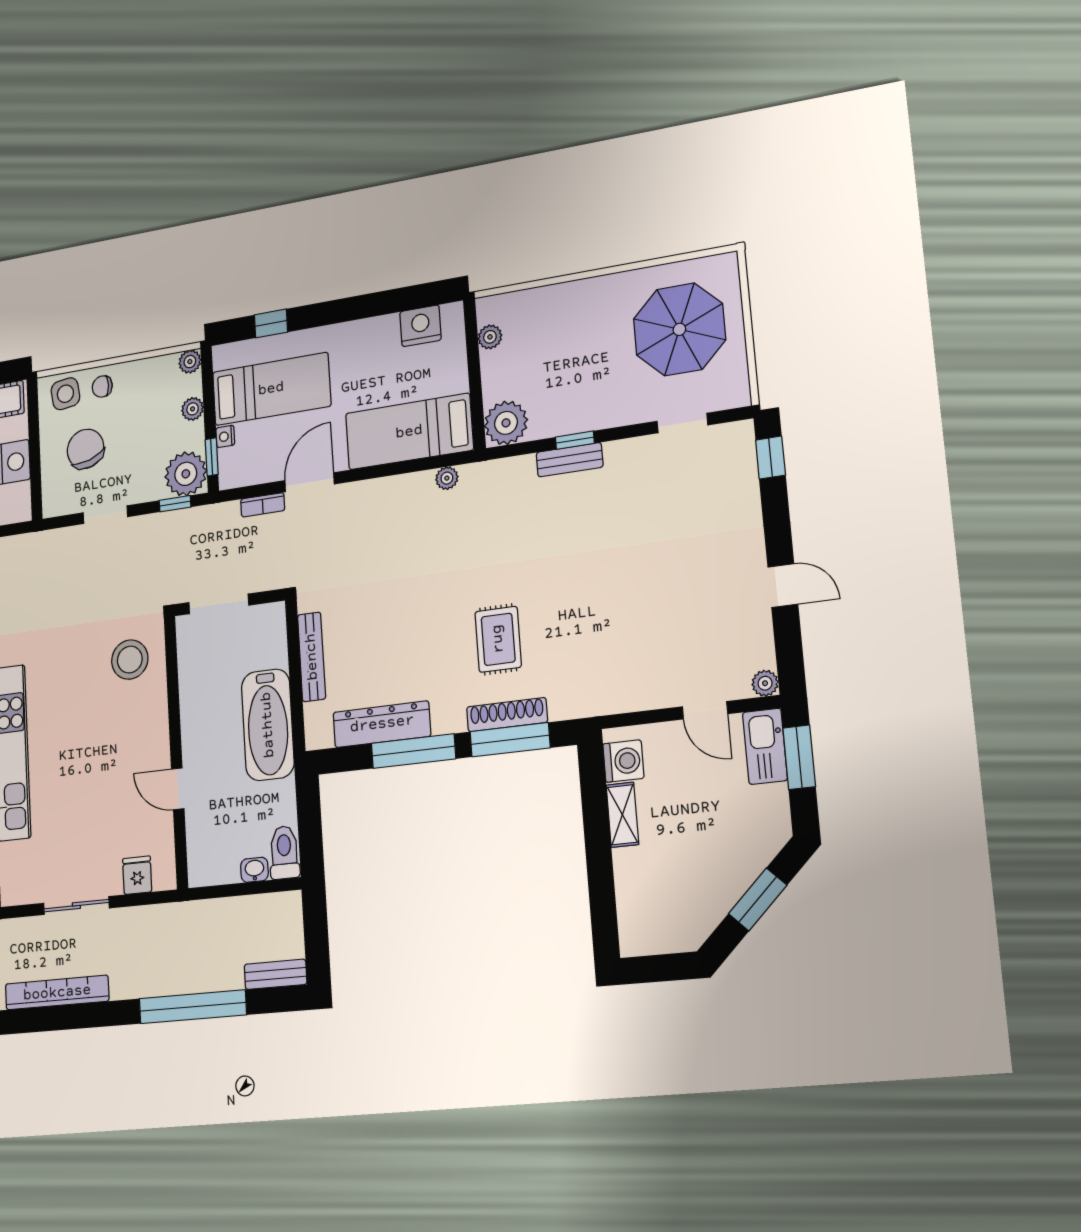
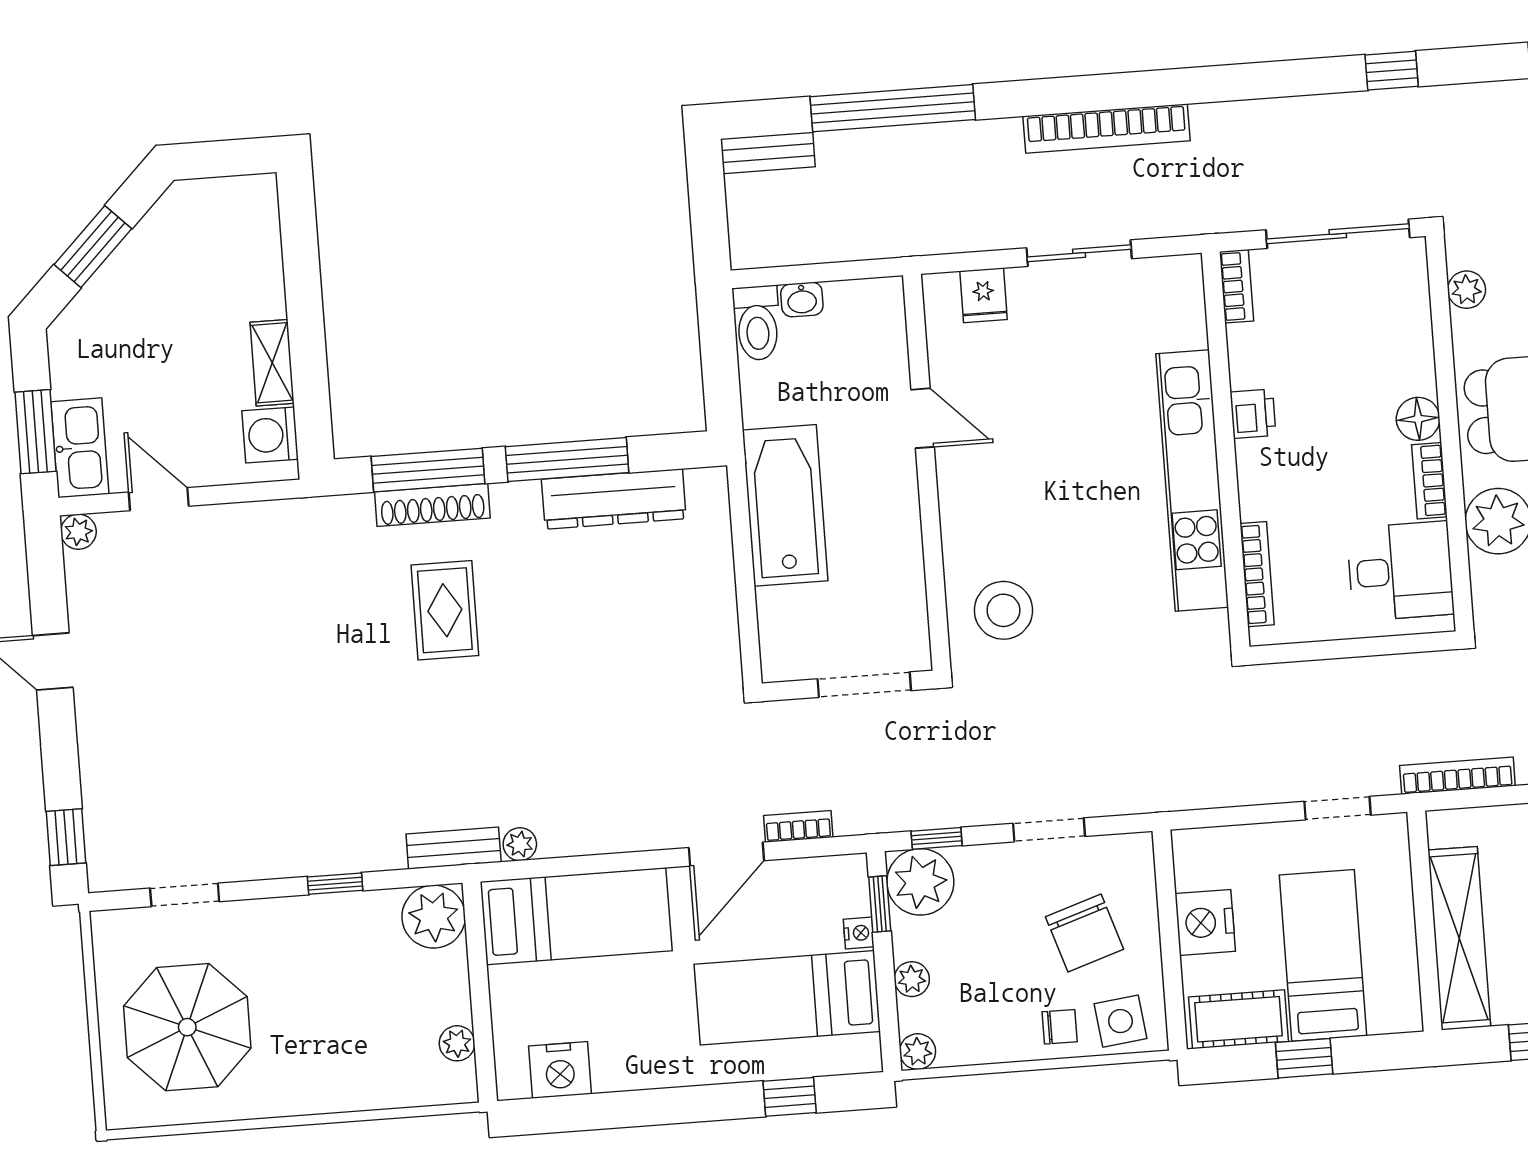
bench: (570, 460) -> (454, 848), moved
bench: (312, 657) -> (720, 600), removed

